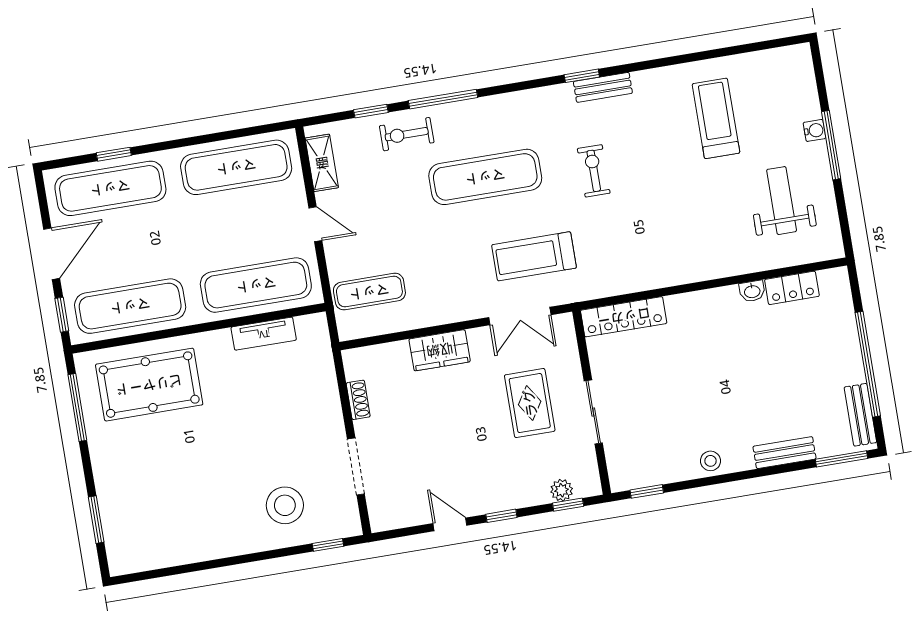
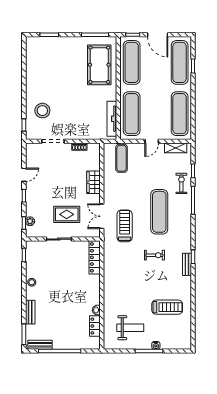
tv unit: (264, 334) -> (112, 119), width x1.41

